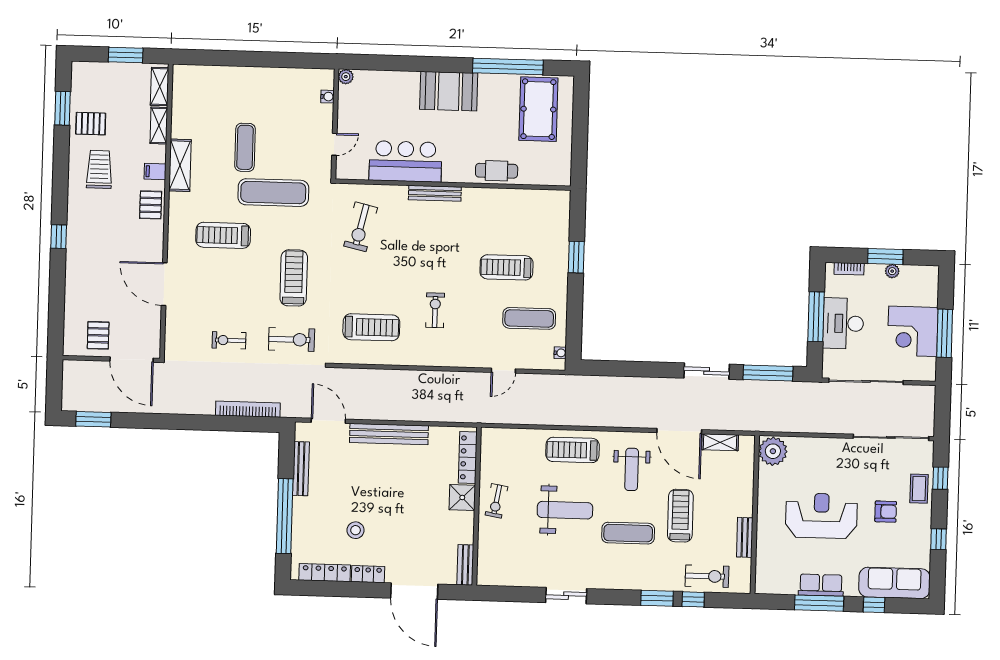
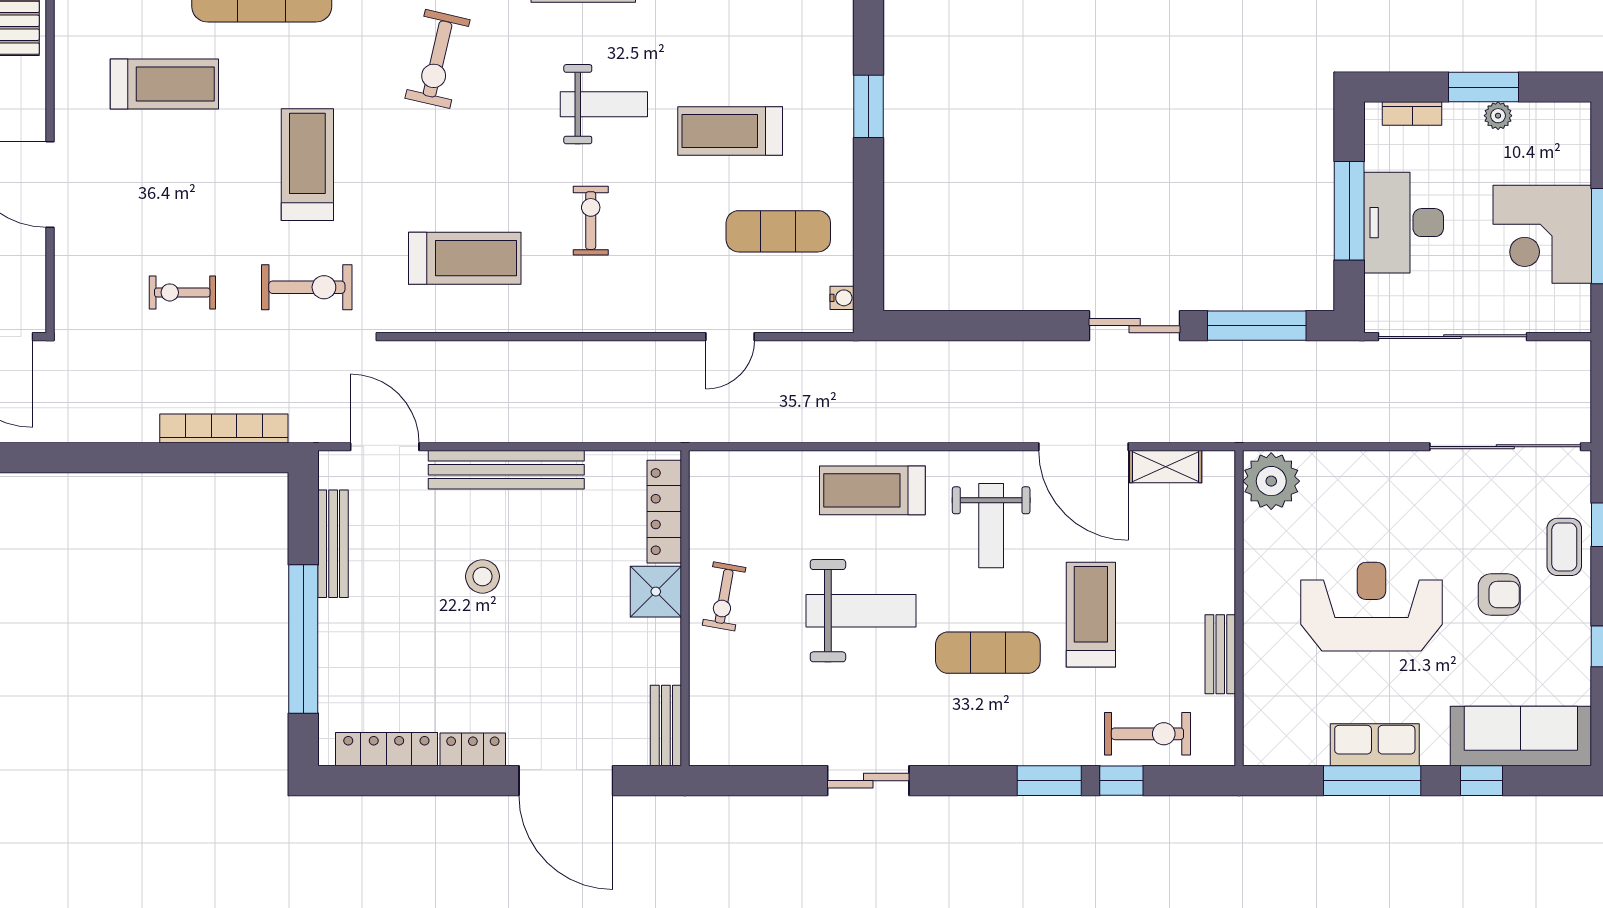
treadmill: (223, 235) -> (164, 84), turned 180
weight bench: (443, 252) -> (604, 104), added
stool: (356, 530) -> (482, 576), moved

